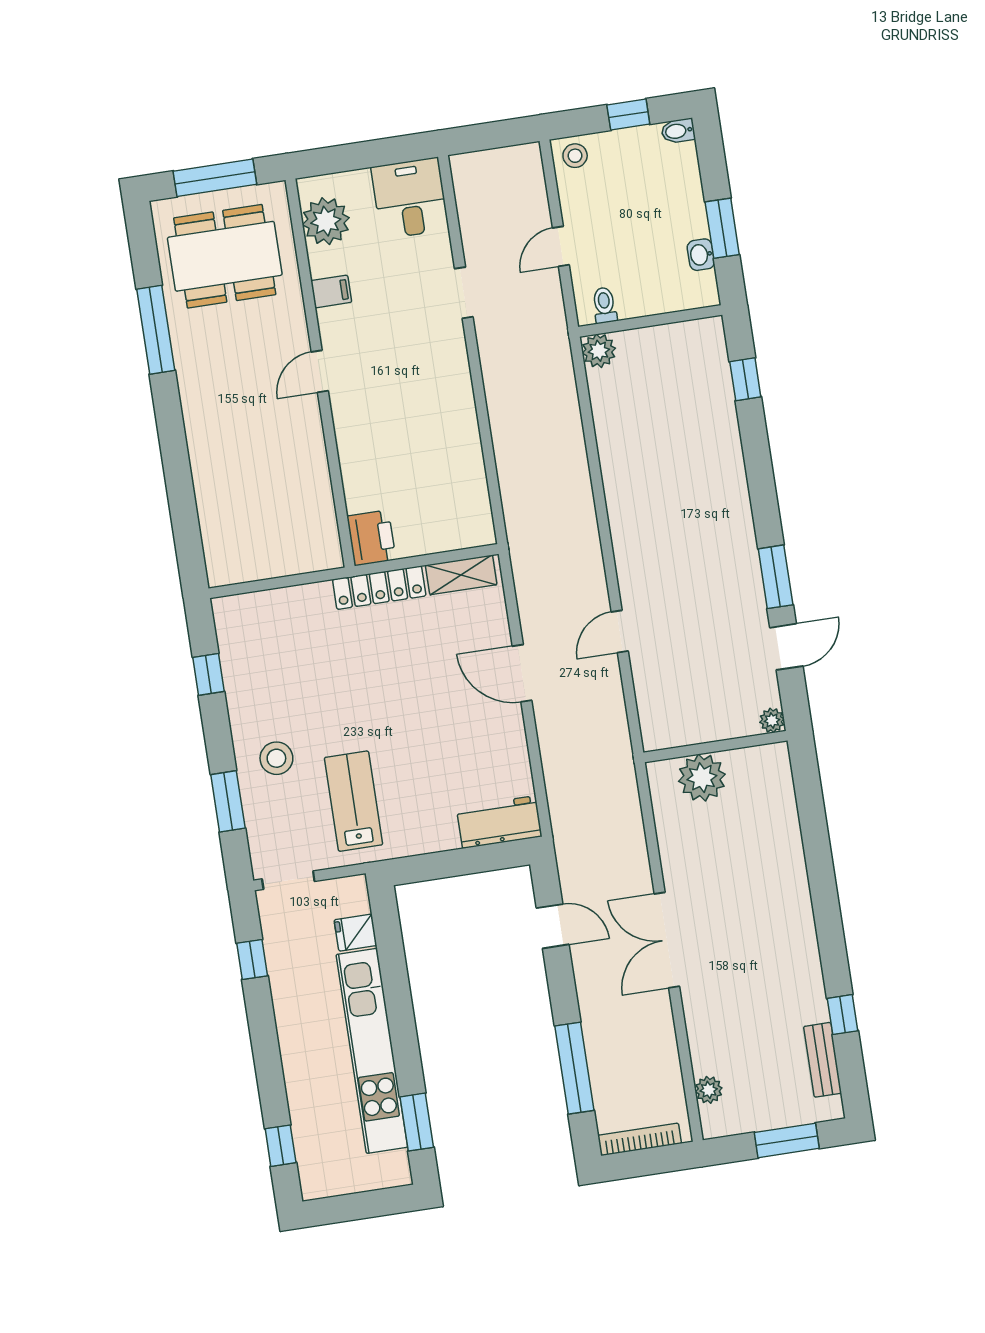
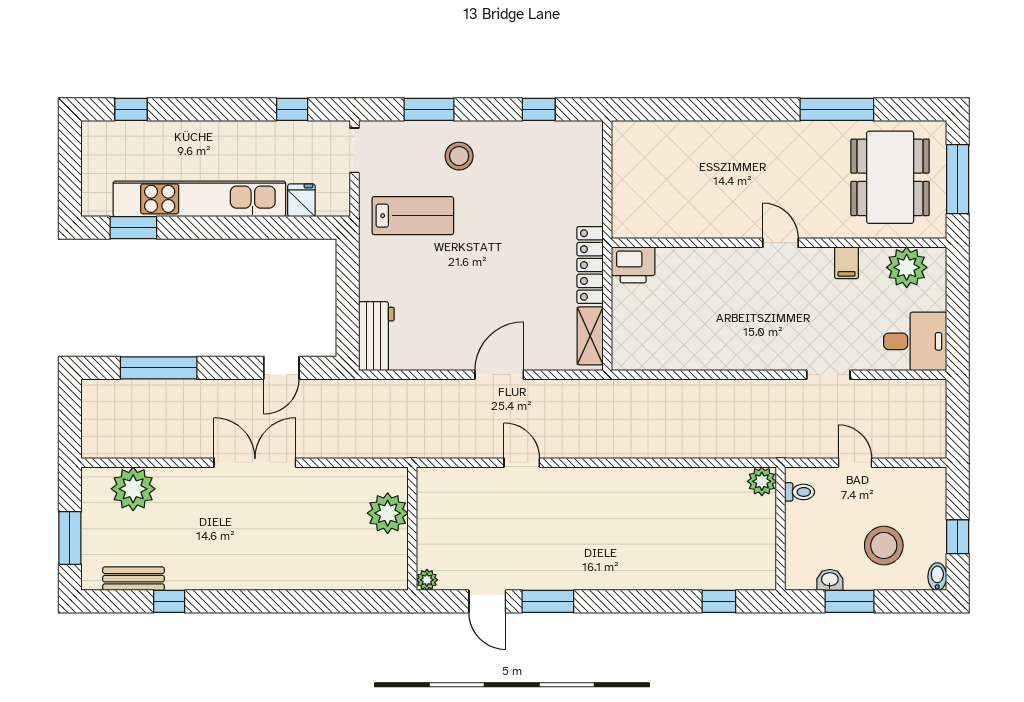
stool: (575, 156) -> (884, 545), moved, width x1.89, depth x1.89
plant: (709, 1090) -> (133, 489), width x1.87, depth x1.87
bookcase: (640, 1139) -> (90, 414), removed

